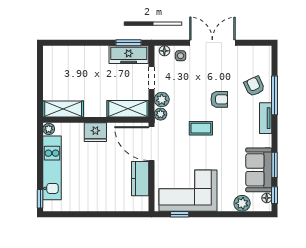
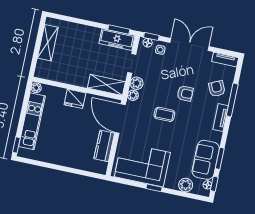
window: (167, 43) -> (151, 36), added
tv unit: (257, 51) -> (225, 60), added
shelving: (63, 109) -> (48, 43), moved, turned 90
window: (180, 214) -> (154, 188), moved

